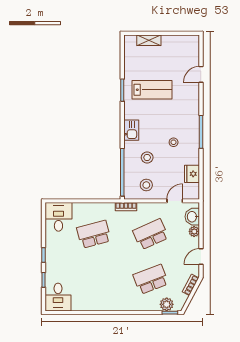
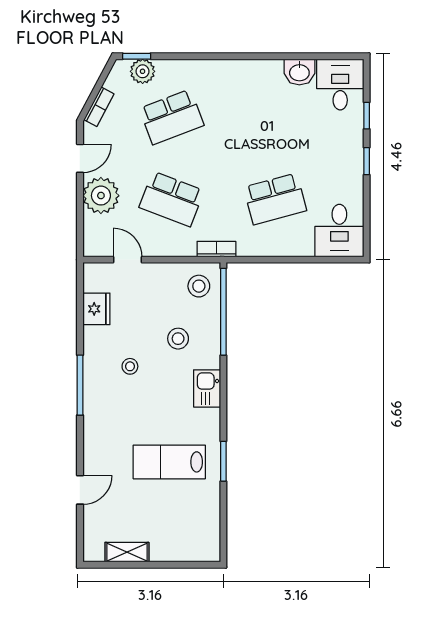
shelving: (149, 40) -> (127, 552), moved
stool: (146, 185) -> (199, 286), moved
door: (175, 201) -> (128, 260), swing flipped
washbasin: (192, 217) -> (299, 72), moved, turned 90
plant: (194, 231) -> (101, 196), width x1.87, depth x1.87
school desk: (151, 234) -> (172, 199), turned 45

